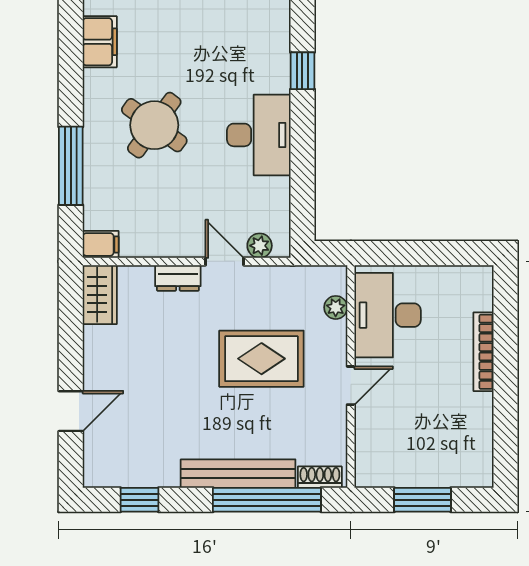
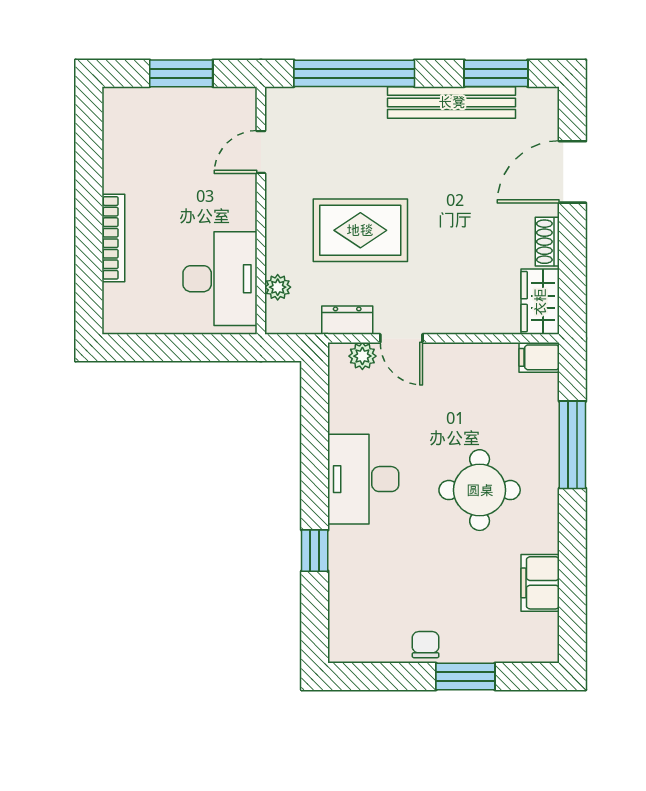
round table: (154, 125) -> (480, 490), turned -36
dresser: (178, 278) -> (347, 320), moved
door: (351, 386) -> (261, 152), moved
door: (71, 411) -> (572, 172), width x1.38
bench: (238, 474) -> (452, 102), moved
shoe rack: (320, 477) -> (547, 242), moved, turned 90
window: (140, 500) -> (496, 73), width x1.50

